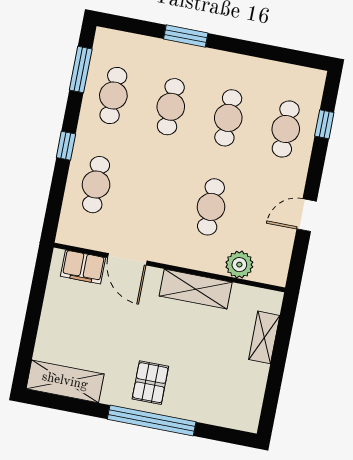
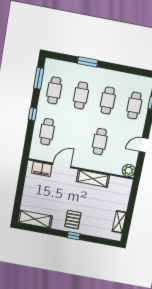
door: (127, 259) -> (62, 165), swing flipped
plant: (239, 265) -> (129, 170), moved
shelving: (264, 337) -> (119, 222), moved
window: (152, 421) -> (74, 236), width x0.32

